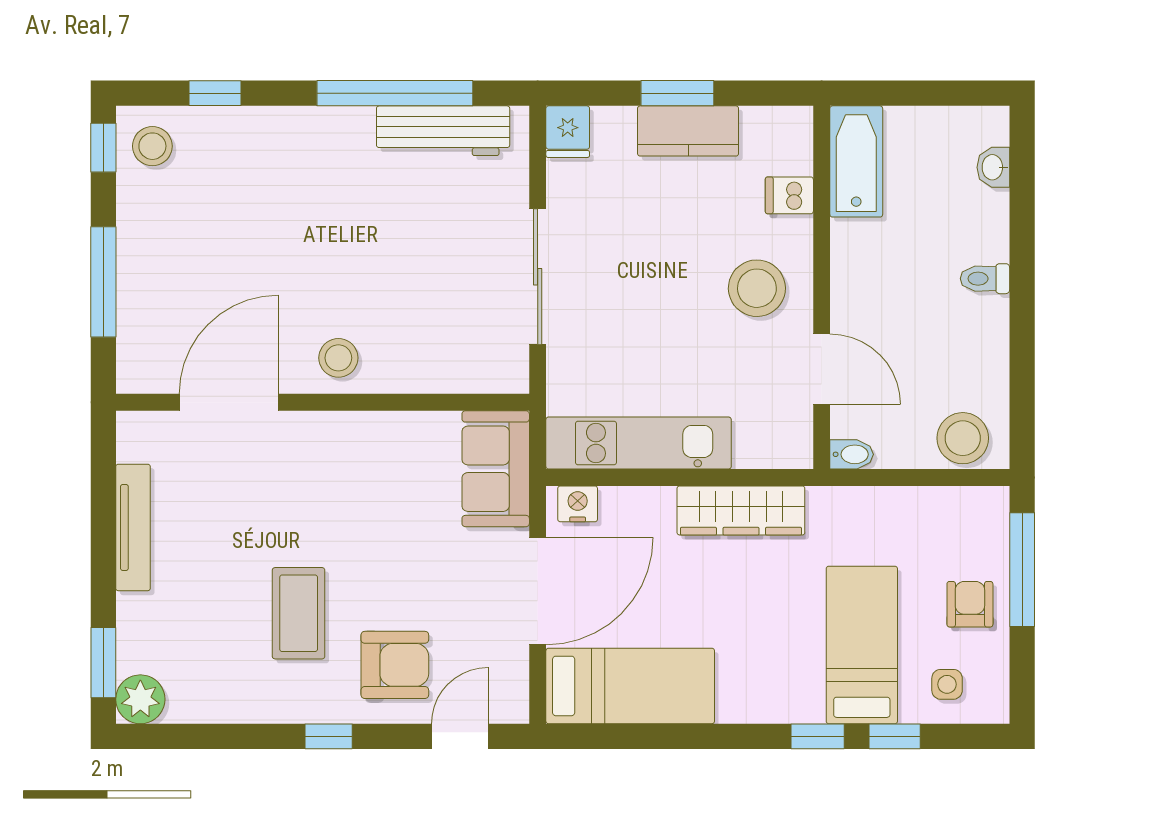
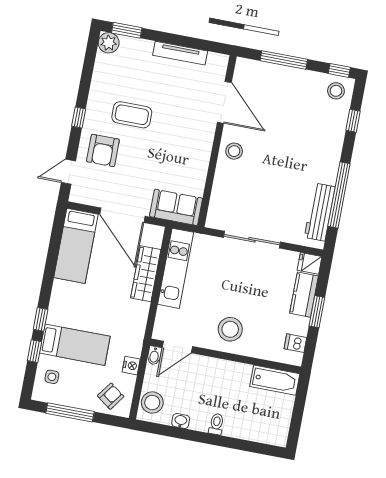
kitchen counter: (688, 131) -> (304, 295), moved
washbasin: (993, 167) -> (181, 421), moved
dishwasher: (789, 195) -> (295, 343), moved, turned -90
door: (822, 369) -> (177, 347), moved
nightstand: (578, 504) -> (131, 366), moved
wardrobe: (741, 510) -> (146, 274), moved
window: (1022, 570) -> (70, 412), moved
armchair: (970, 604) -> (111, 396), moved, turned -54
door: (460, 736) -> (68, 172), swing flipped

